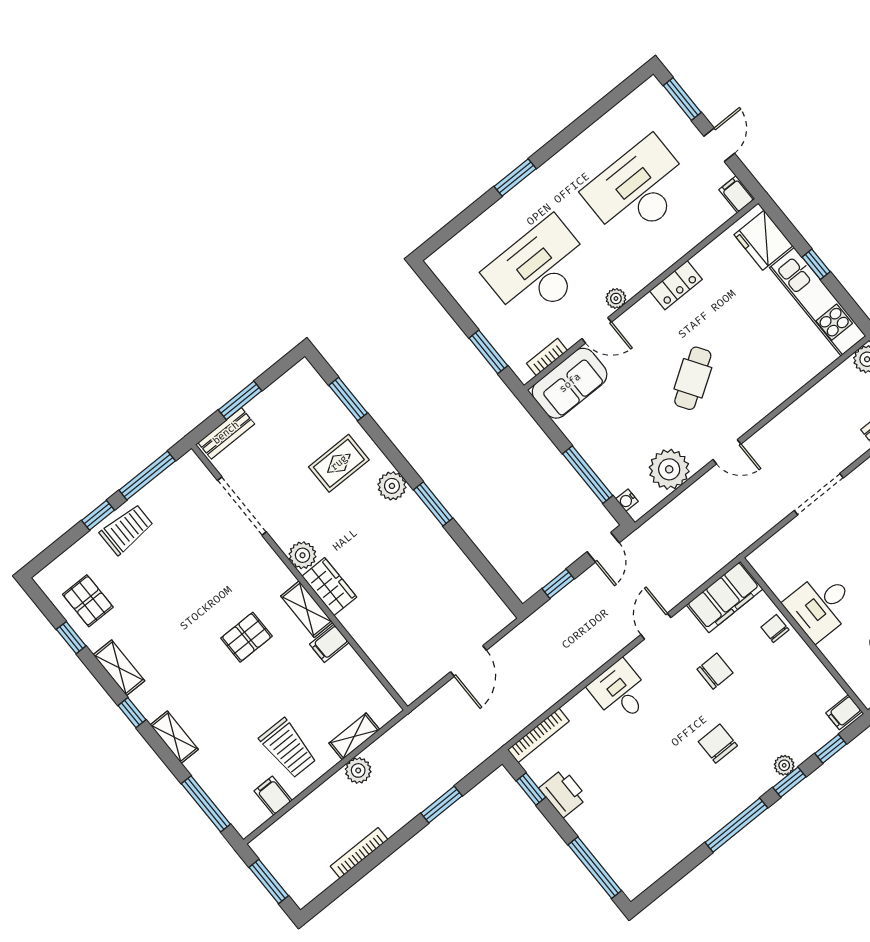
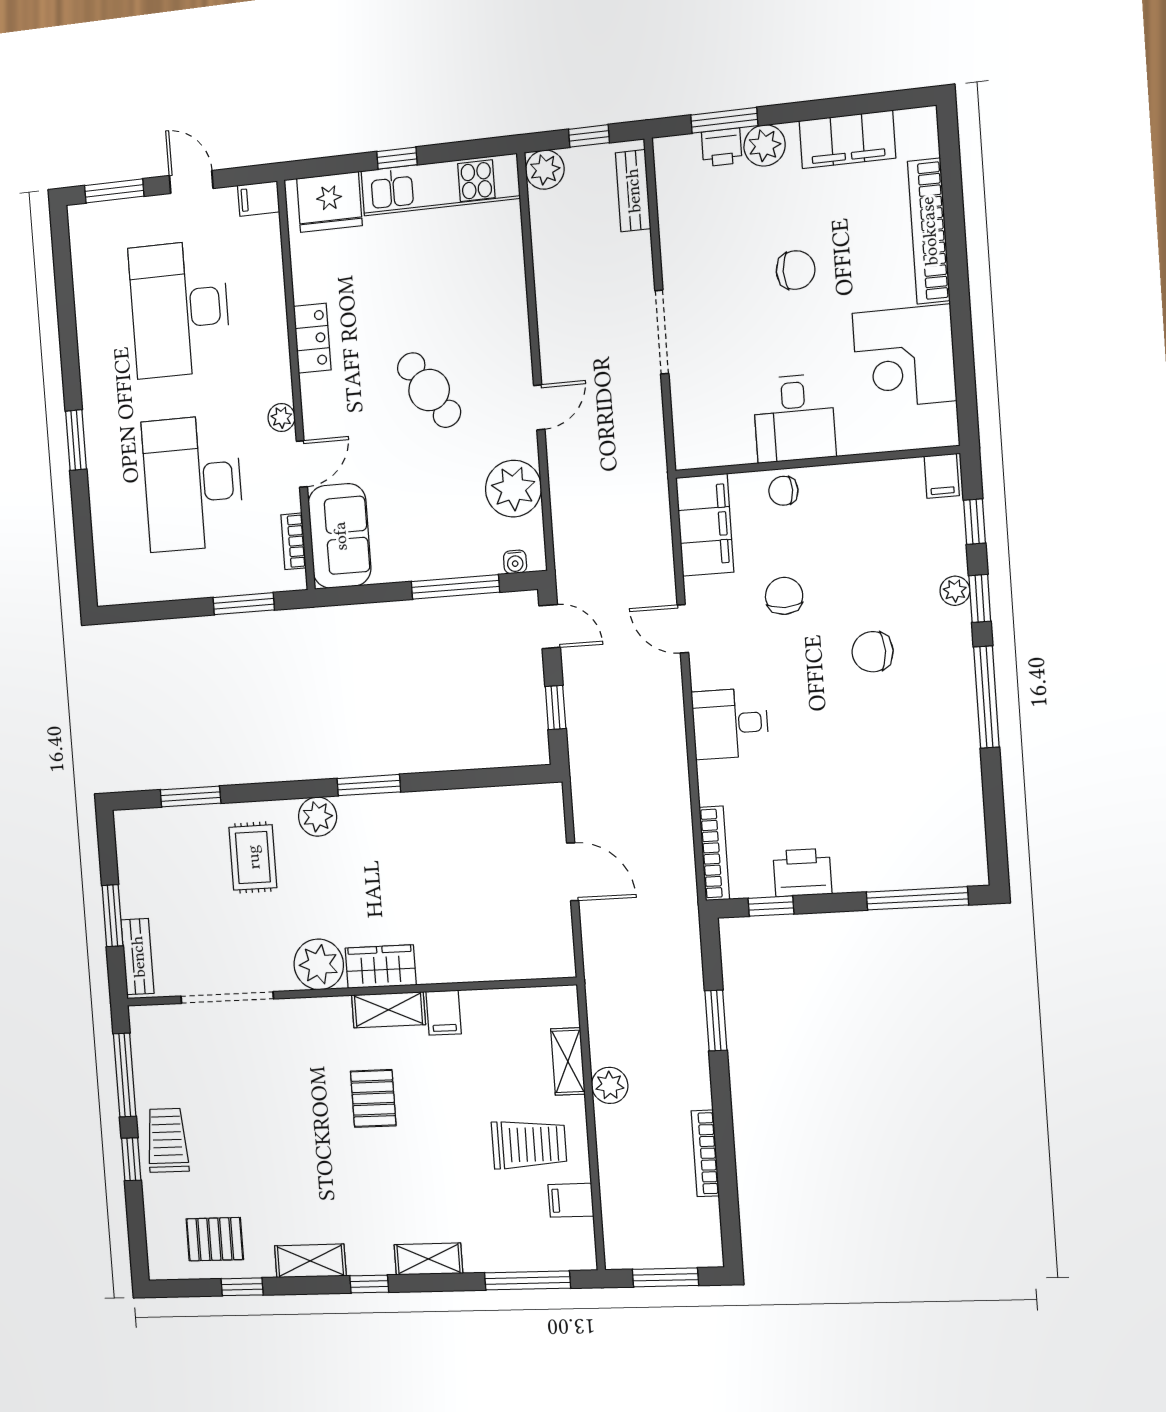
plant: (303, 555) -> (319, 964), width x1.36, depth x1.36

